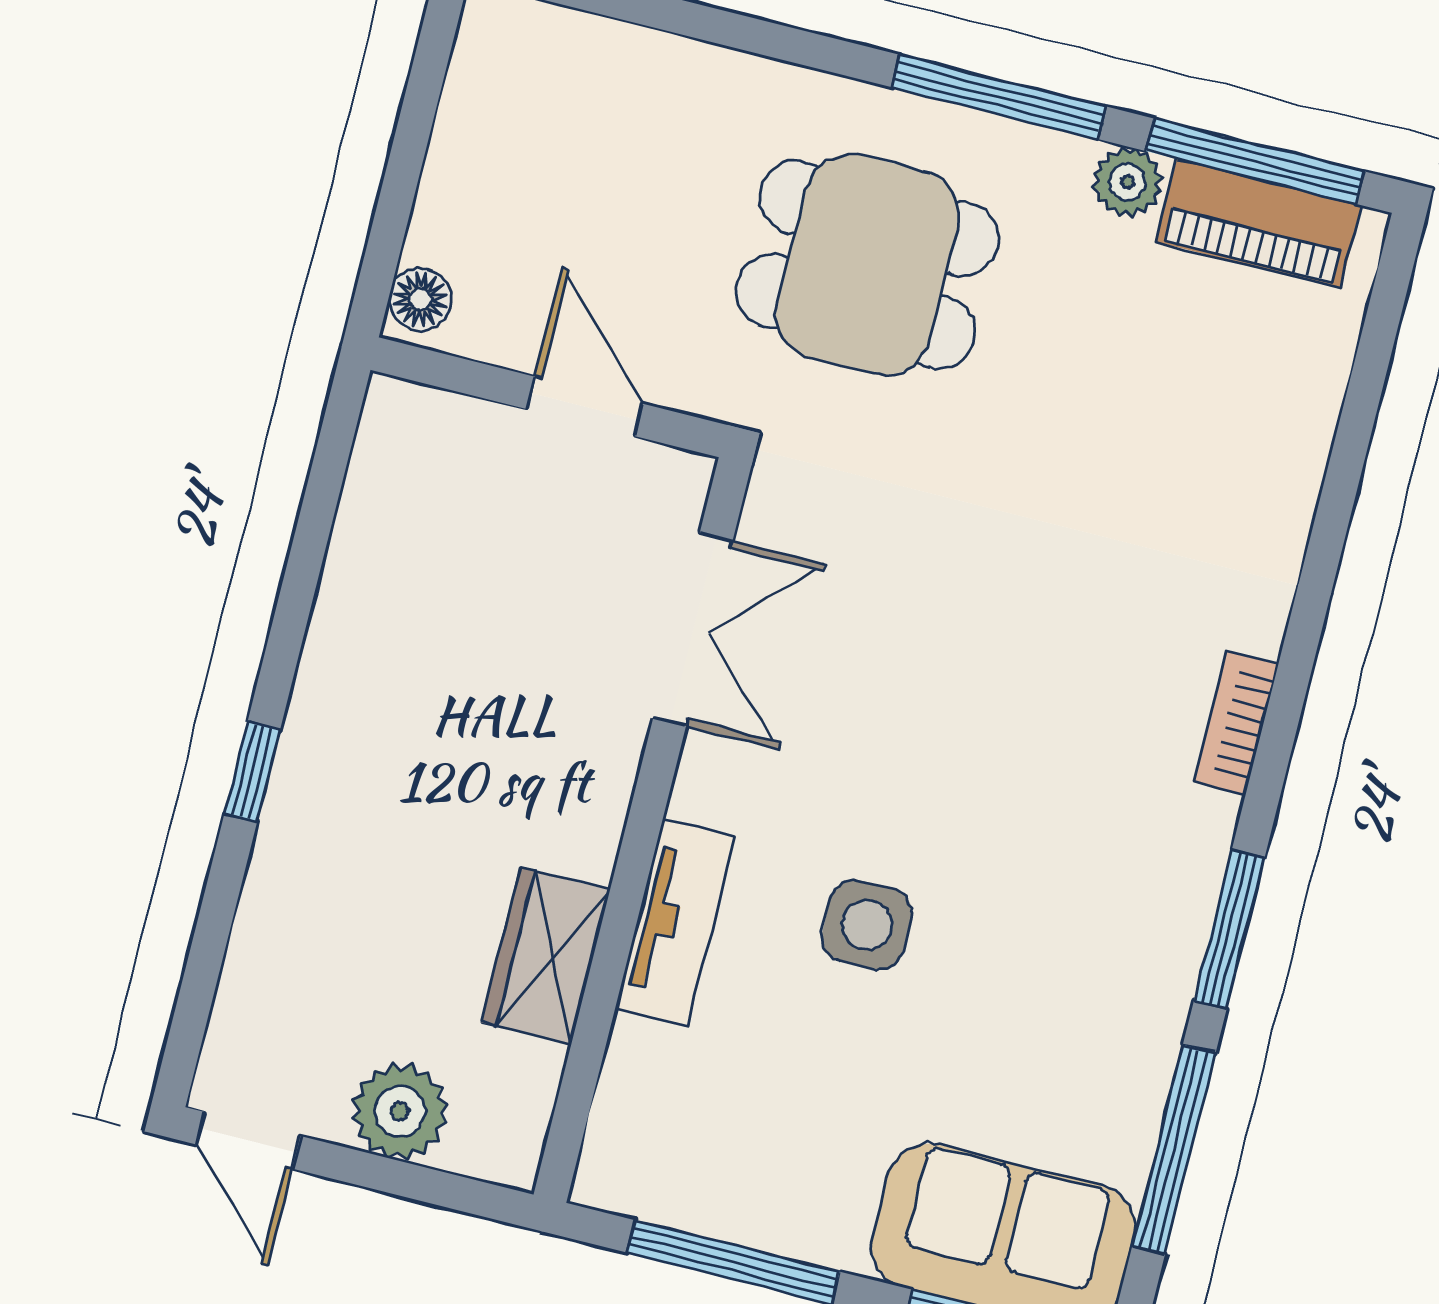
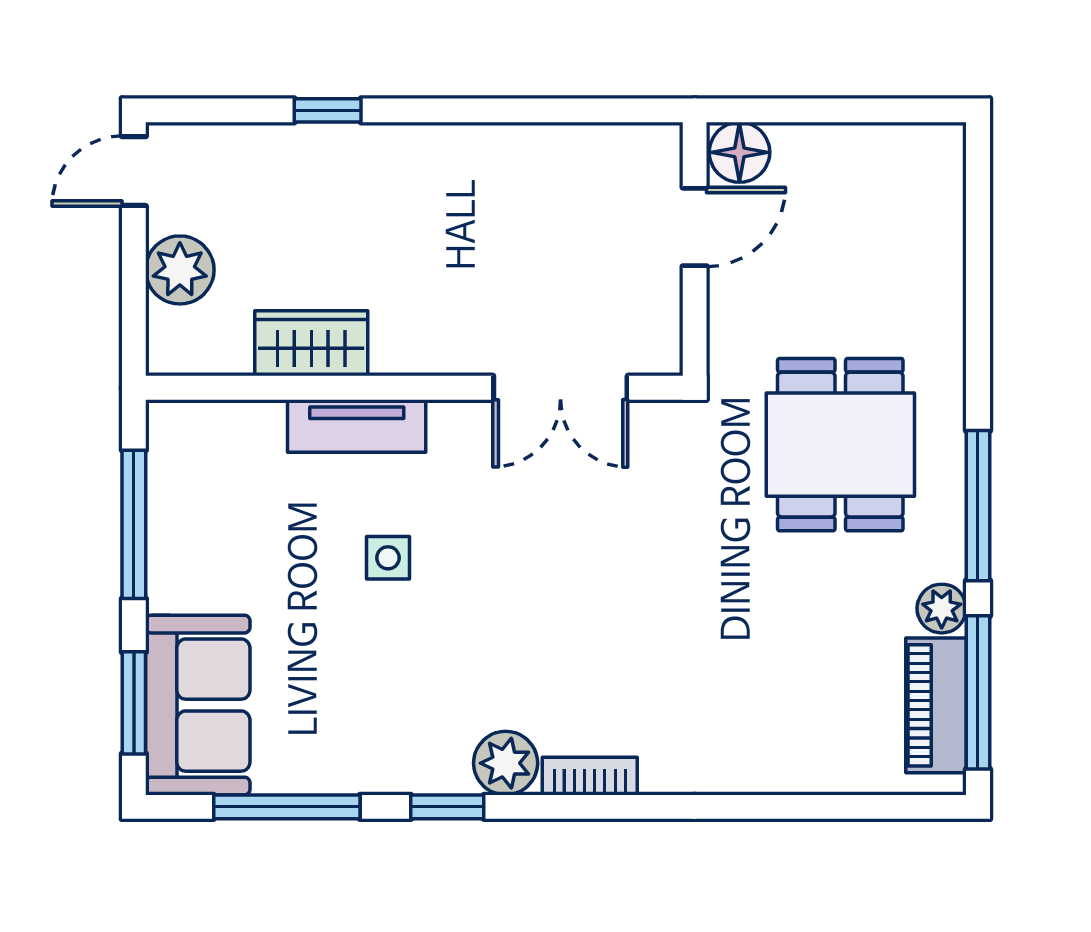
floor lamp: (420, 300) -> (739, 152), width x1.37, depth x1.37
door: (585, 406) -> (695, 227), moved
window: (252, 772) -> (328, 110), moved
plant: (1189, 834) -> (506, 763), added
side table: (867, 925) -> (388, 558), width x0.73, depth x0.73
window: (1229, 929) -> (447, 807), width x0.67

